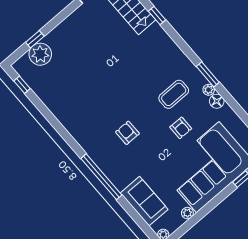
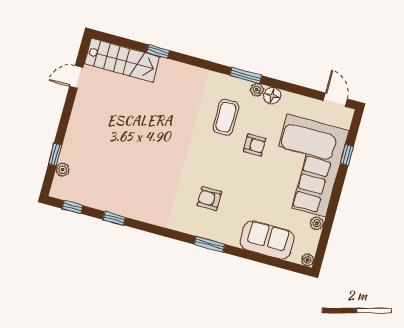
plant: (40, 54) -> (63, 170), width x0.53, depth x0.53
window: (46, 113) -> (114, 218), added
armchair: (127, 133) -> (209, 199), moved
window: (101, 177) -> (210, 244), width x0.47

